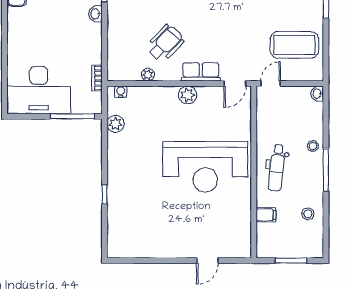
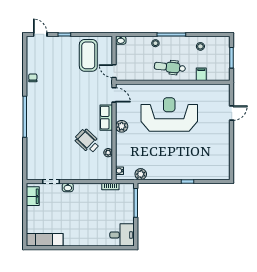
desk: (39, 90) -> (122, 235), width x0.53, depth x0.77
reception desk: (205, 167) -> (169, 115), turned -90
dental chair: (277, 168) -> (170, 67), turned 180
door: (207, 261) -> (232, 113), hinge flipped

